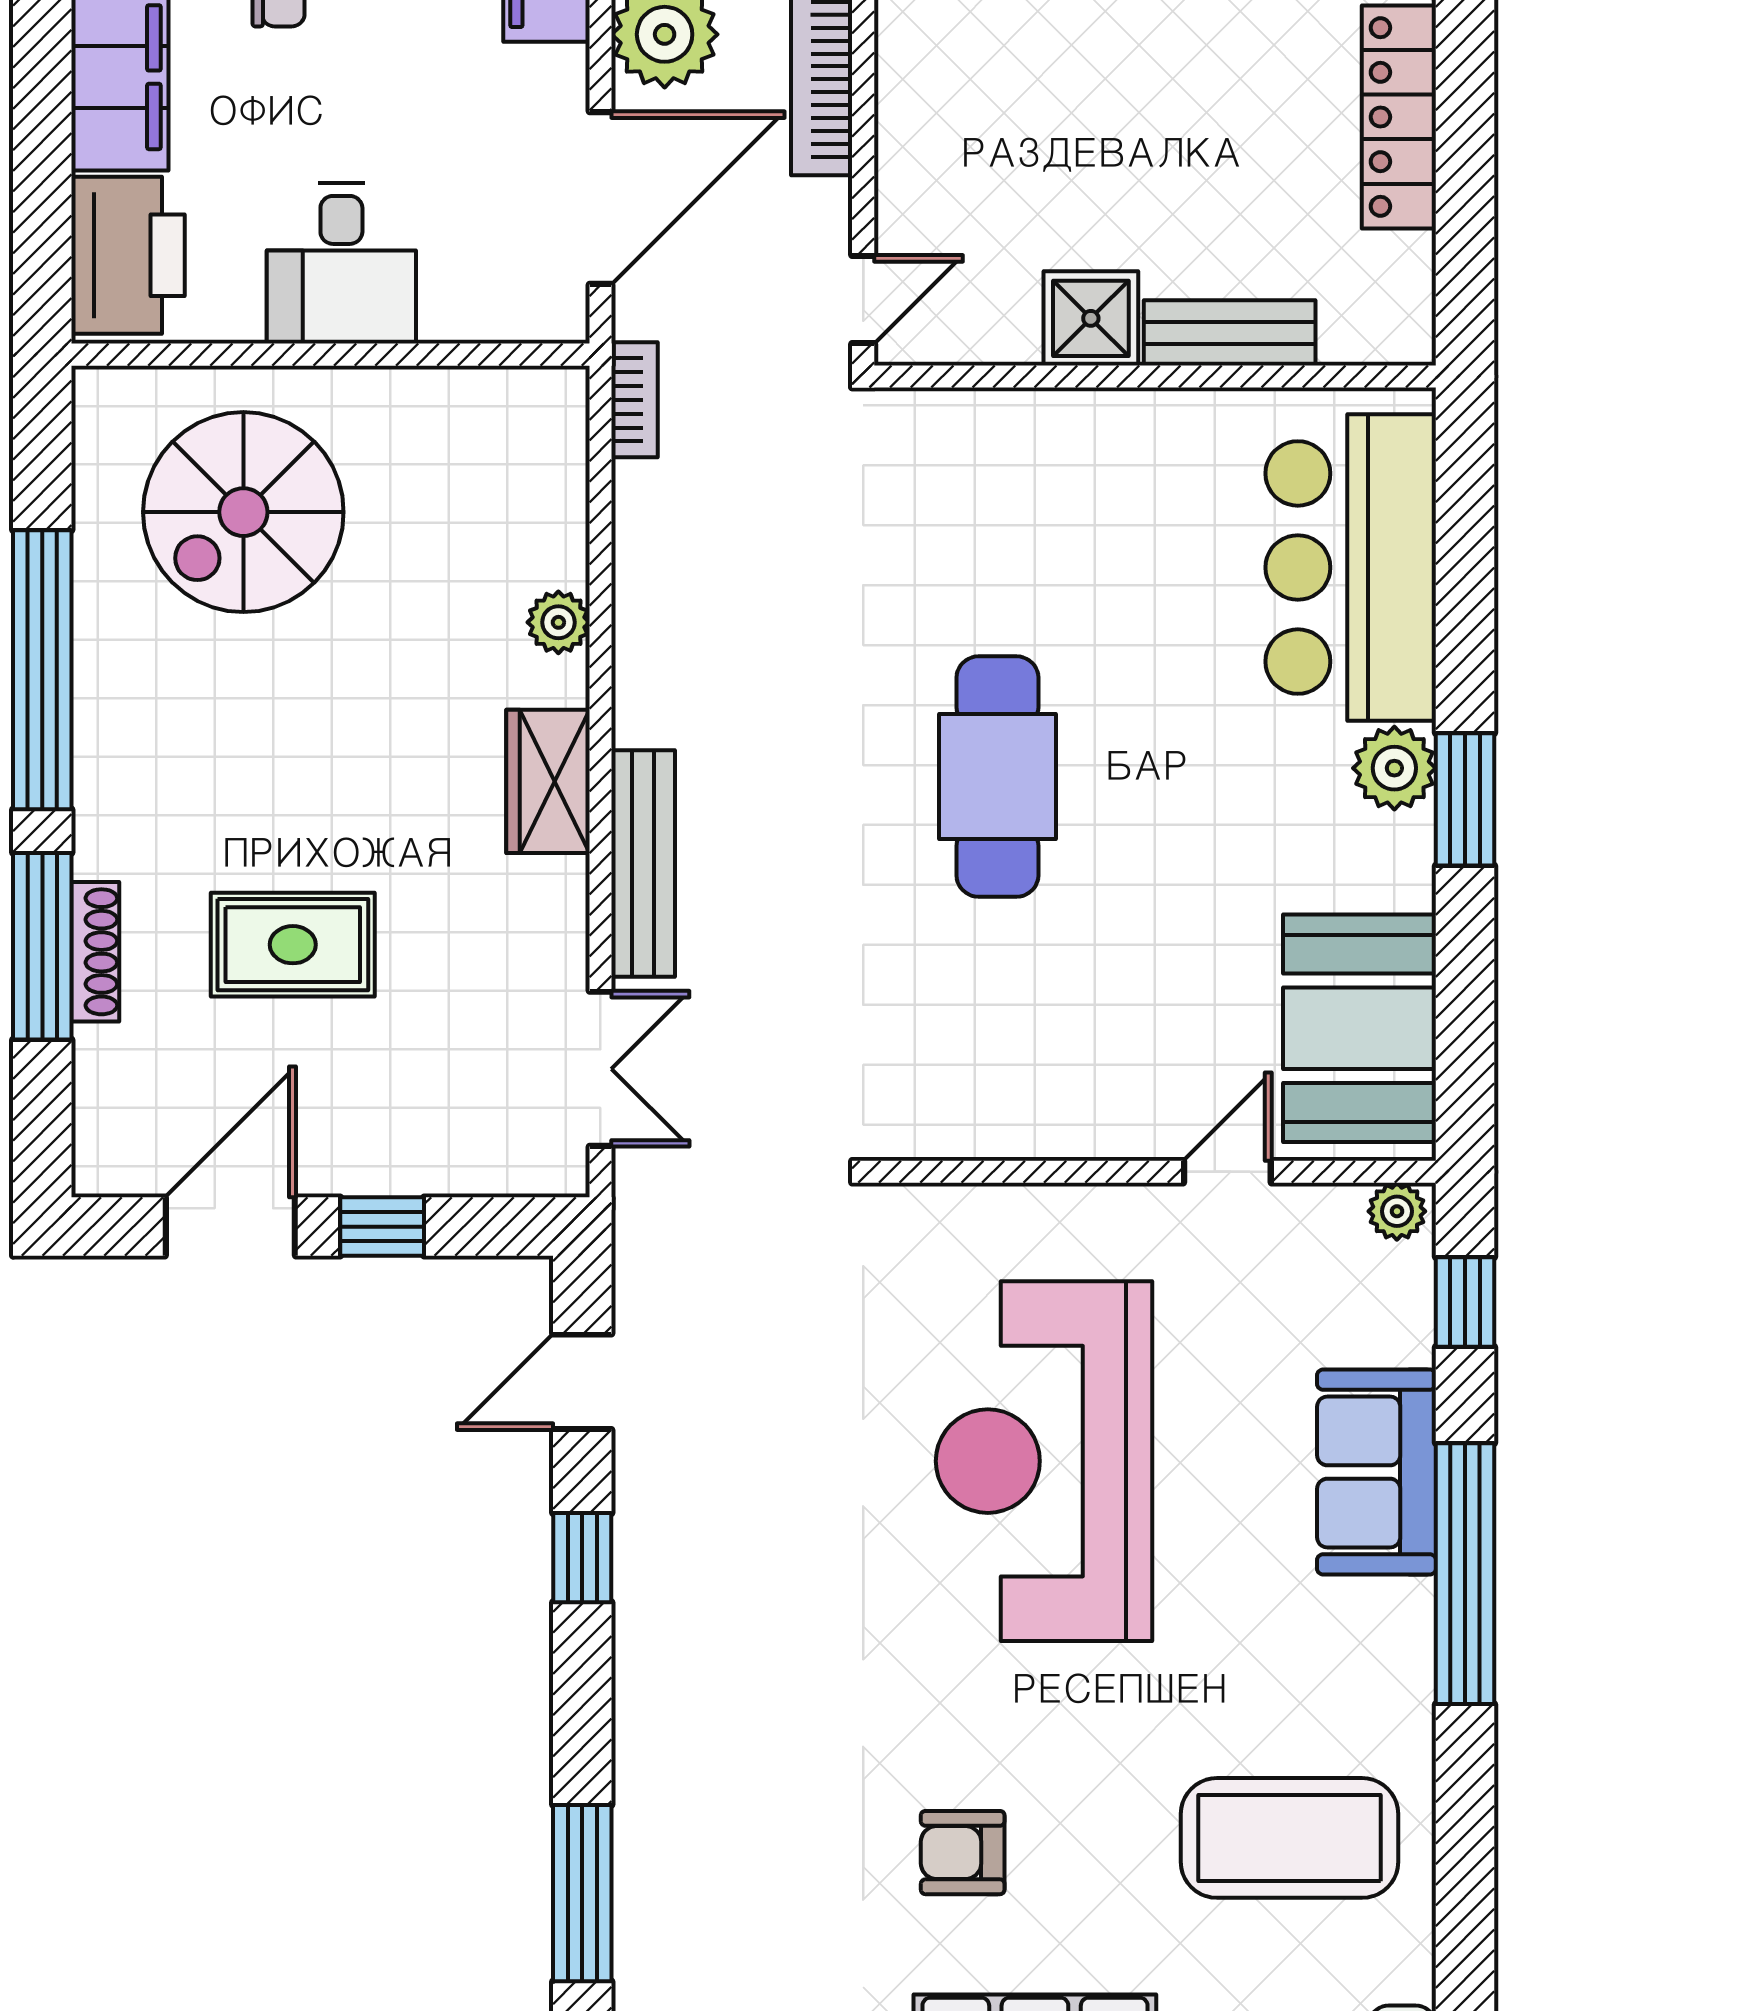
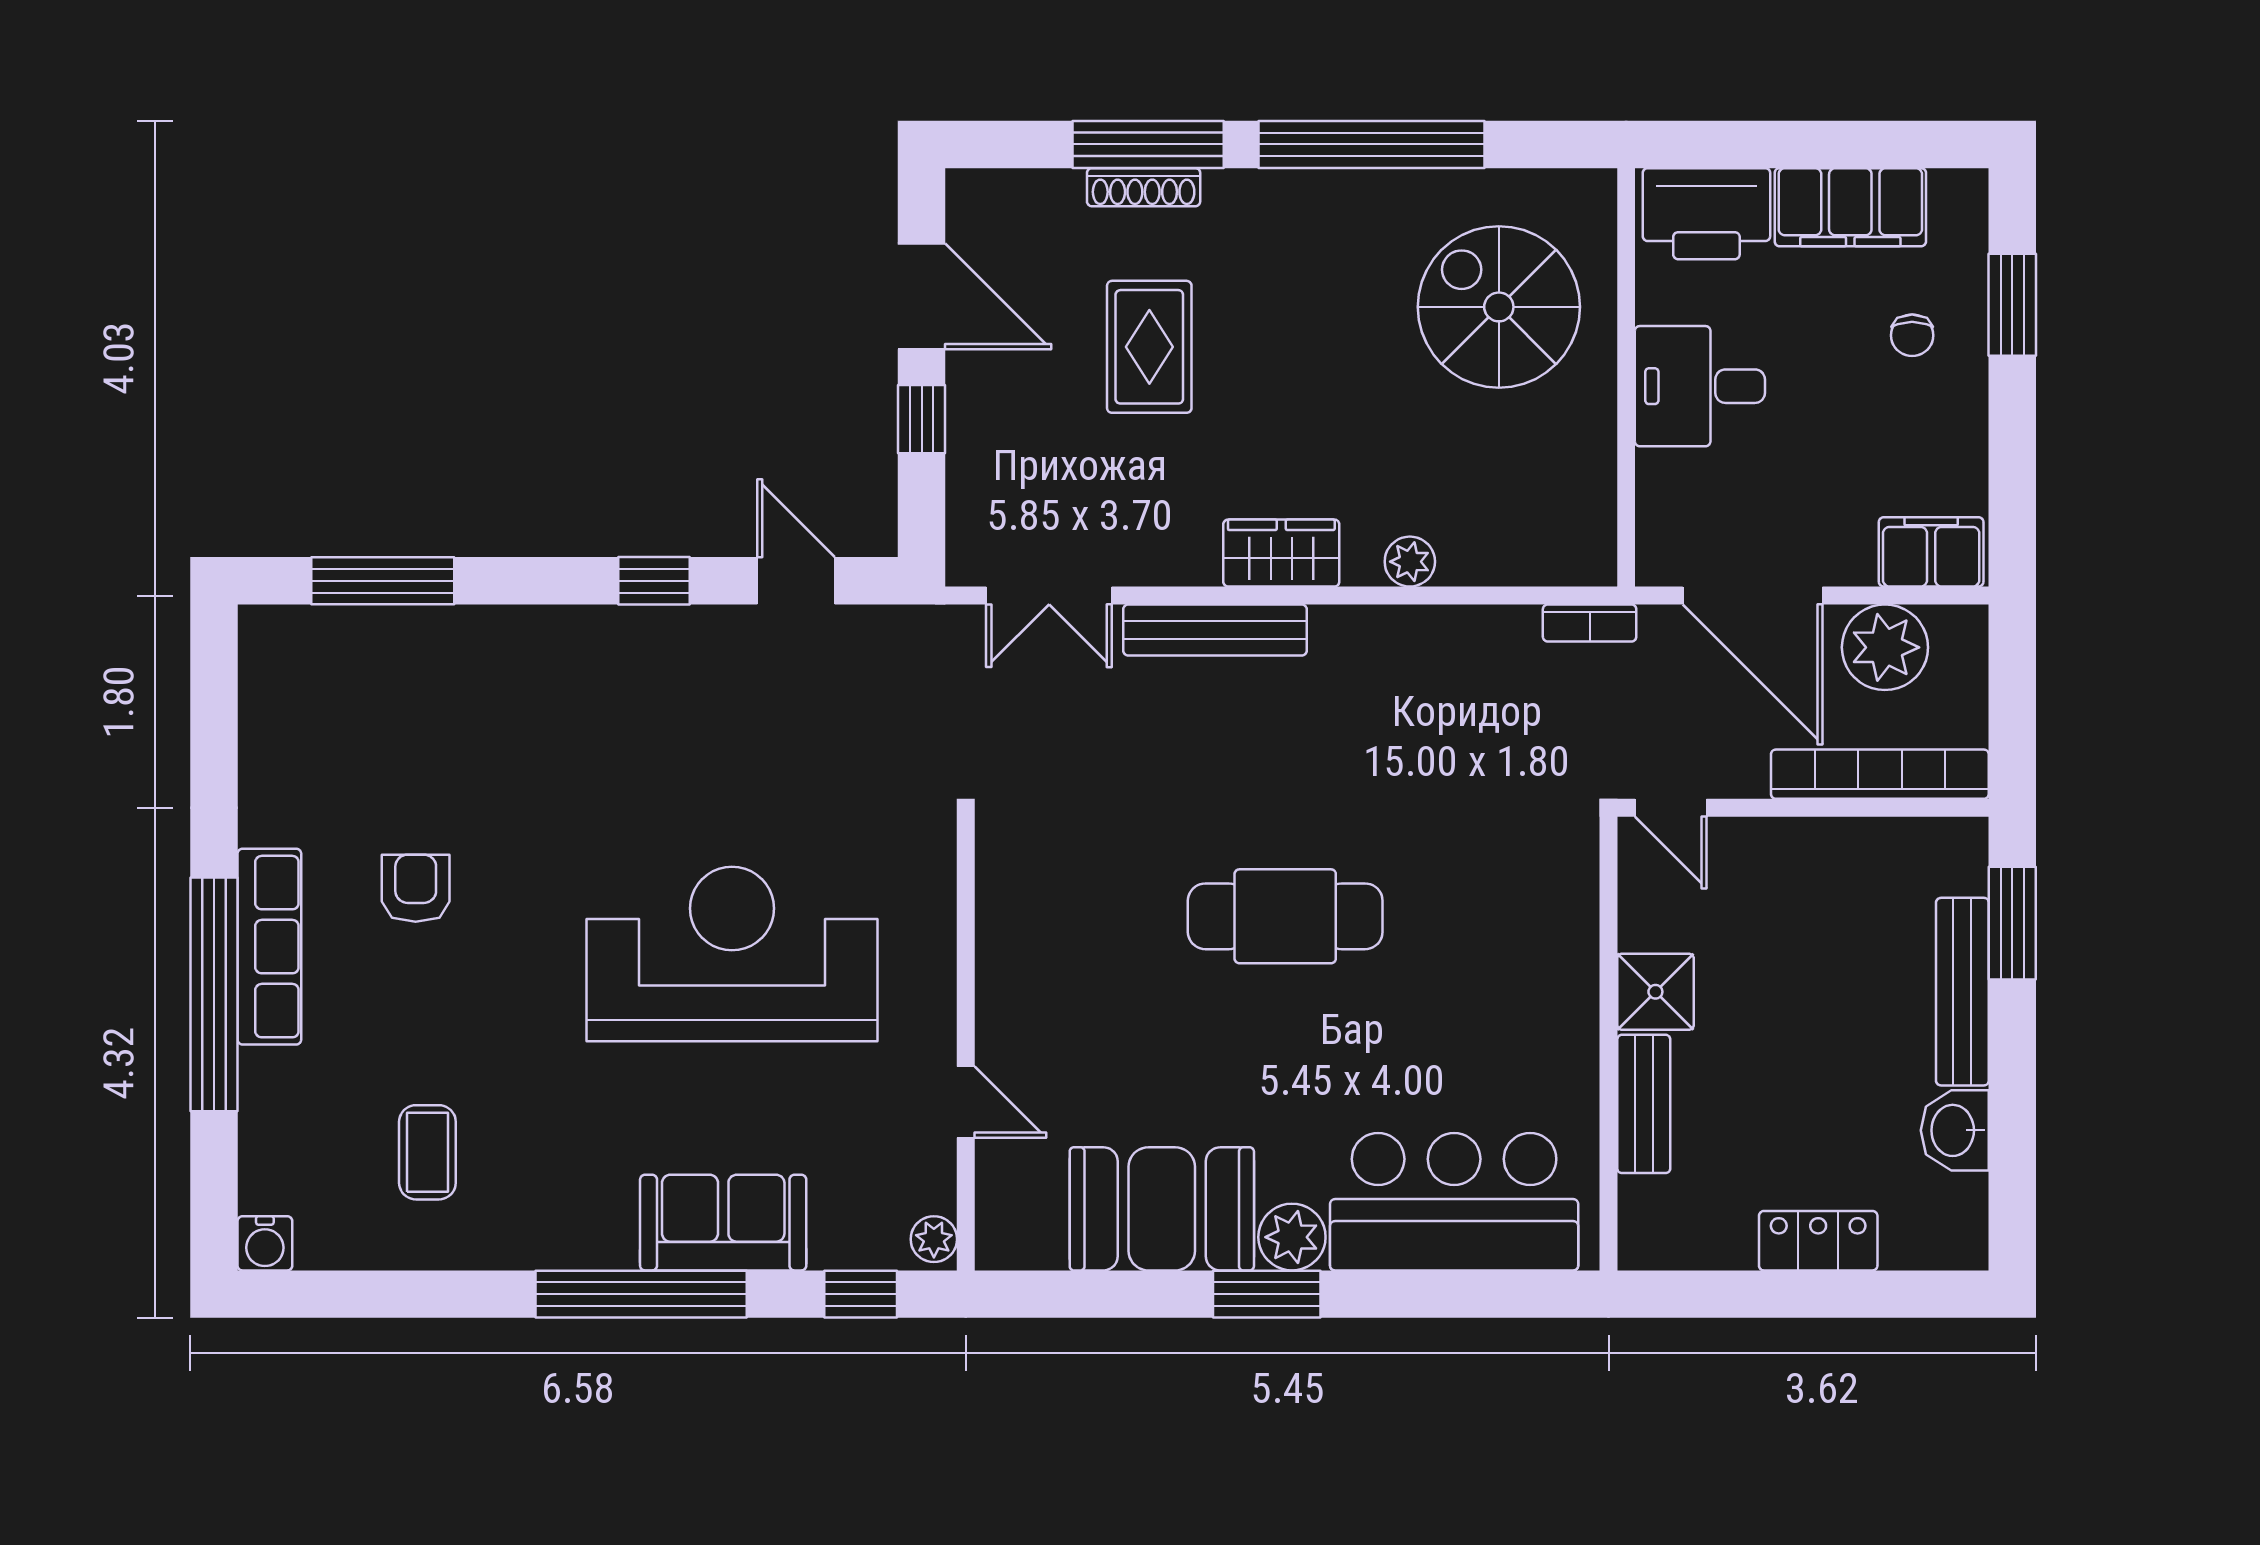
locker: (1399, 117) -> (1818, 1241), width x0.66
booth: (1359, 1028) -> (1162, 1209), moved
coffee table: (1289, 1838) -> (427, 1152), width x0.54, depth x0.58

